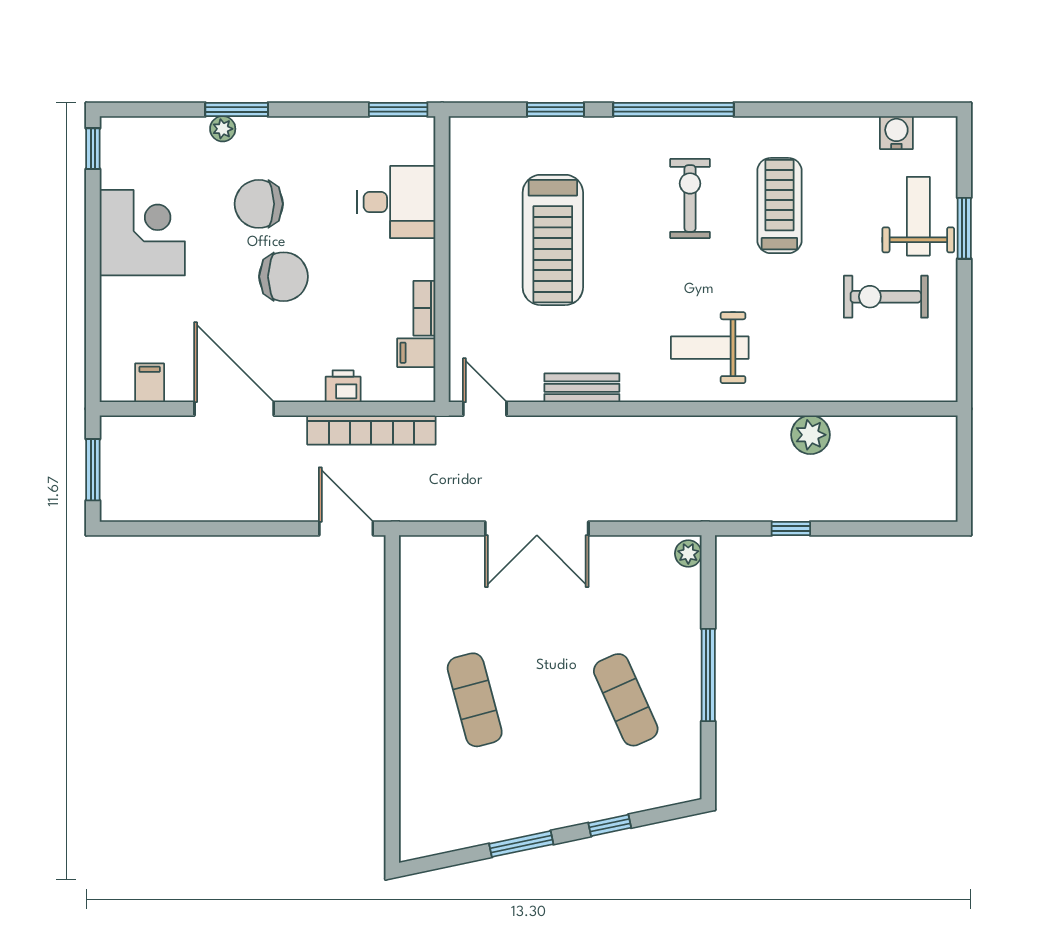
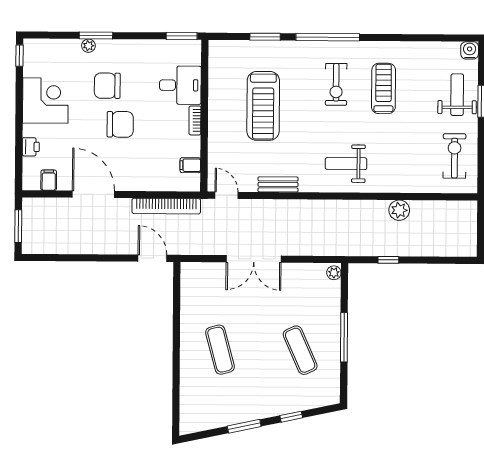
water cooler: (896, 133) -> (470, 50), moved
exercise bike: (690, 198) -> (336, 84), turned 180
exercise bike: (886, 297) -> (454, 156), moved, turned 90
bookcase: (424, 308) -> (195, 120), moved
printer: (343, 386) -> (31, 147), moved, turned 90

